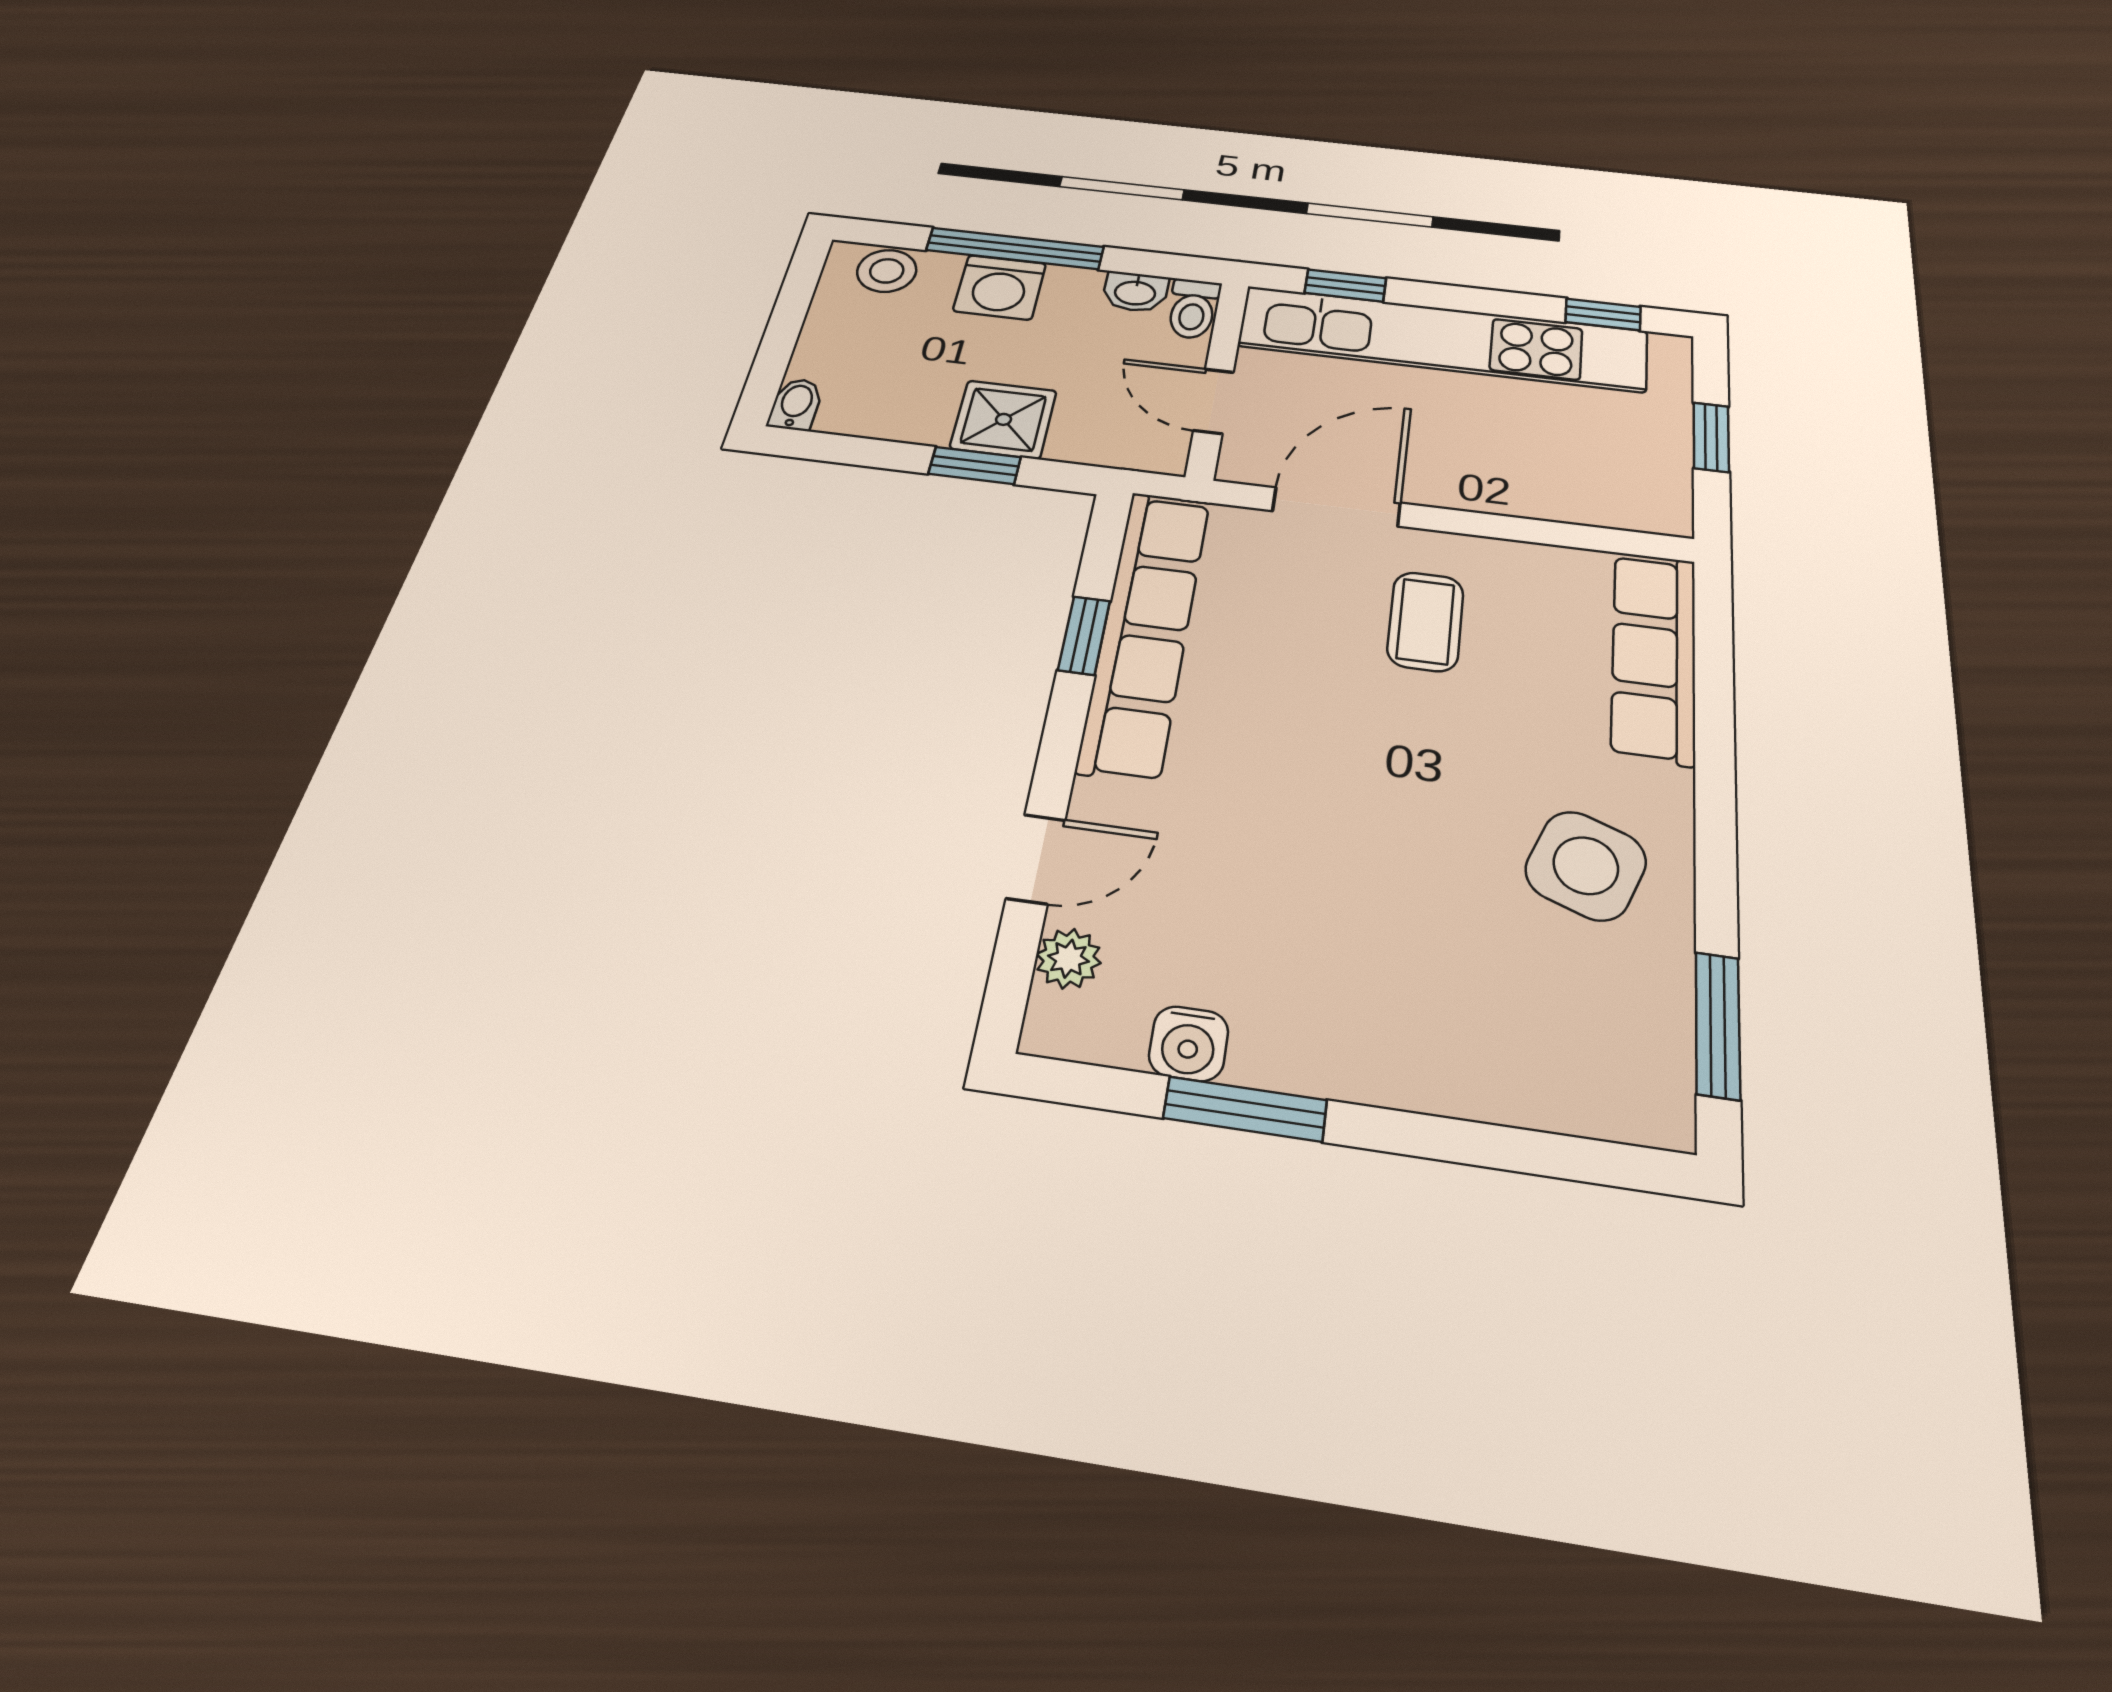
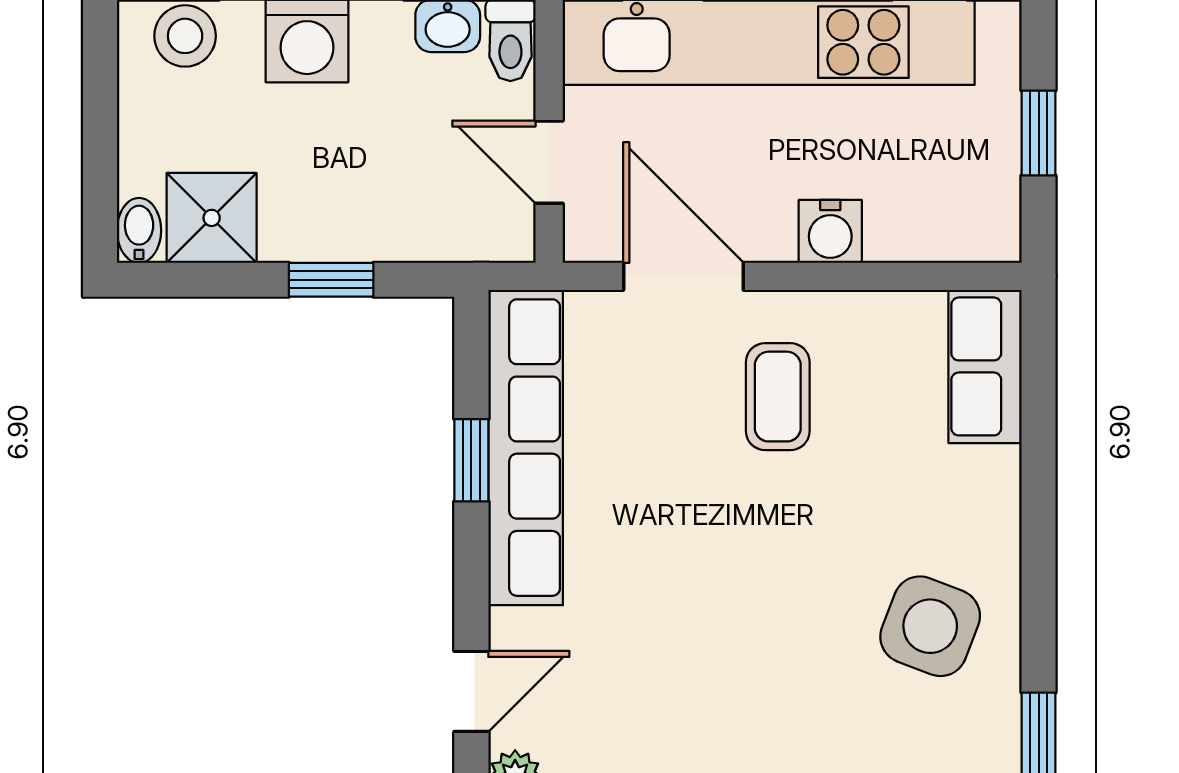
shower: (1004, 419) -> (212, 218), moved
water cooler: (1493, 489) -> (830, 231), added
door: (1336, 507) -> (684, 276), hinge flipped
row of seats: (1654, 656) -> (985, 366), width x0.68

